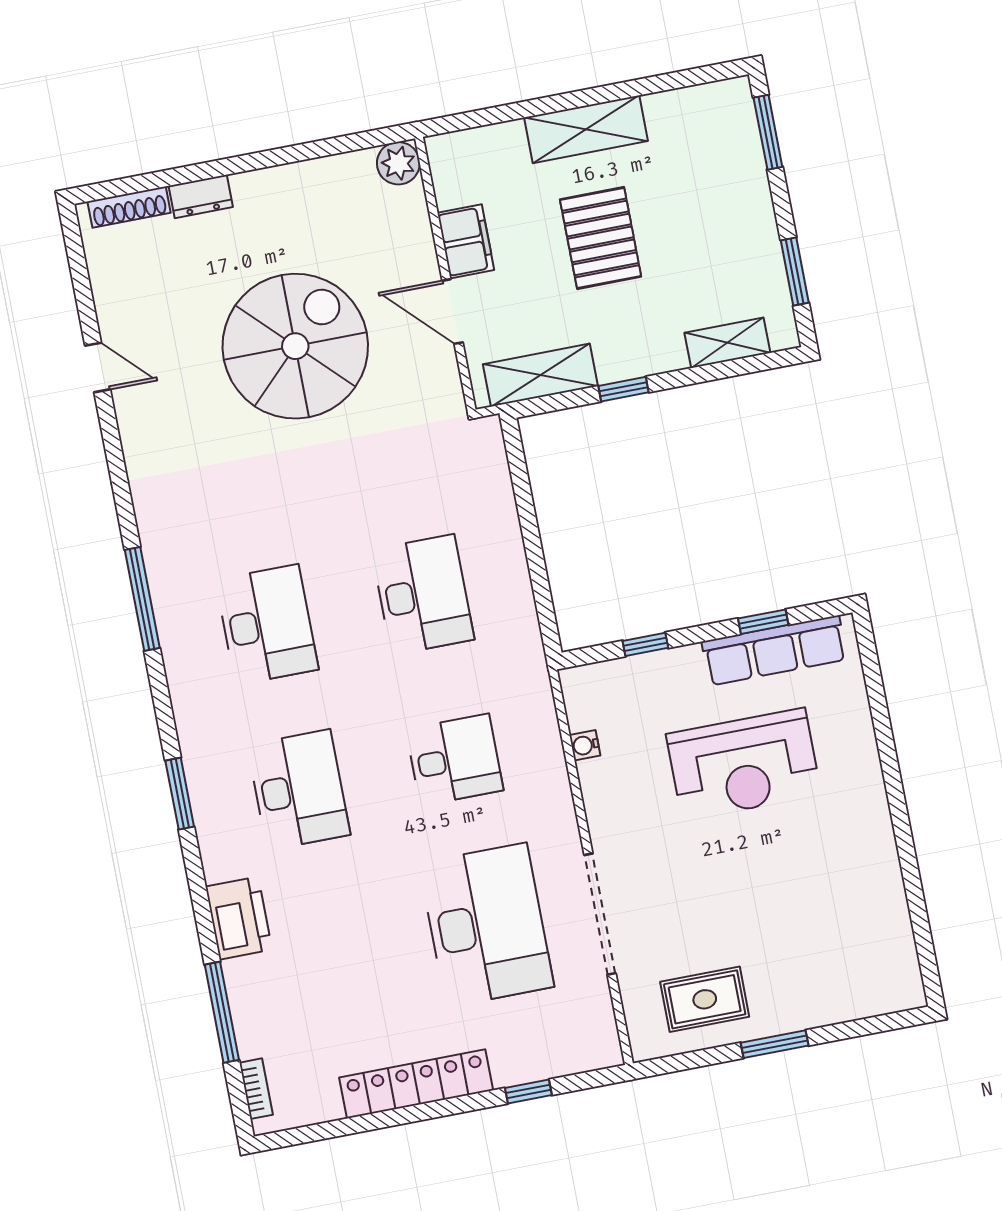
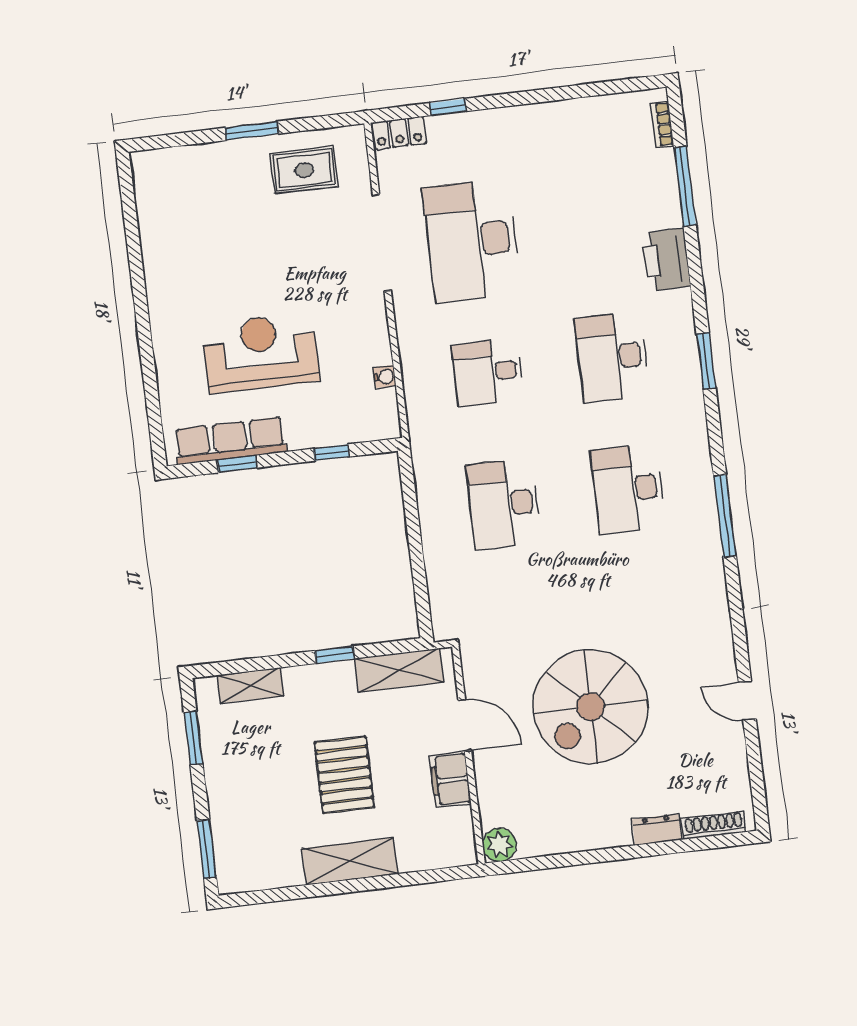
locker: (416, 1084) -> (399, 133), moved, width x0.46, depth x0.83

